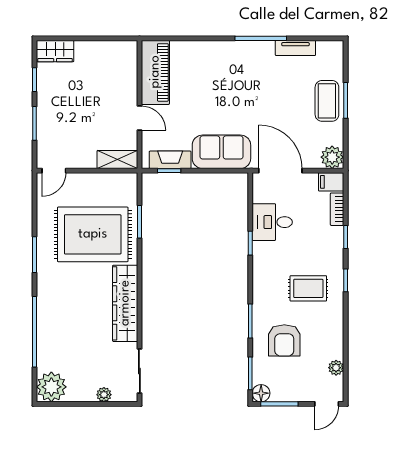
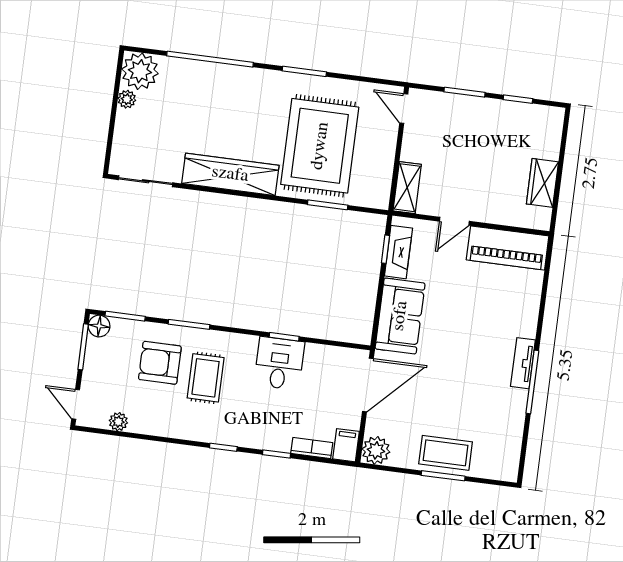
tv unit: (295, 48) -> (523, 363), moved
wardrobe: (55, 51) -> (542, 183), moved
desk: (272, 222) -> (279, 363), moved
rug: (308, 288) -> (206, 378), moved
plant: (104, 395) -> (127, 99), moved

